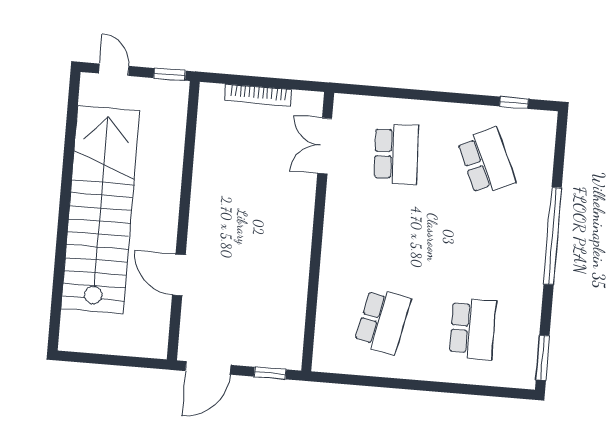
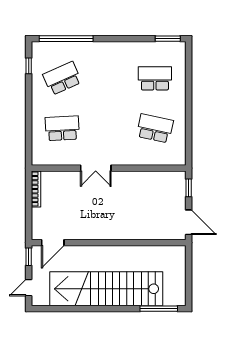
bookcase: (258, 95) -> (36, 189), moved
double door: (325, 146) -> (96, 168), moved
window: (553, 236) -> (66, 39), moved
door: (179, 275) -> (53, 243), moved
window: (57, 301) -> (159, 309), added

